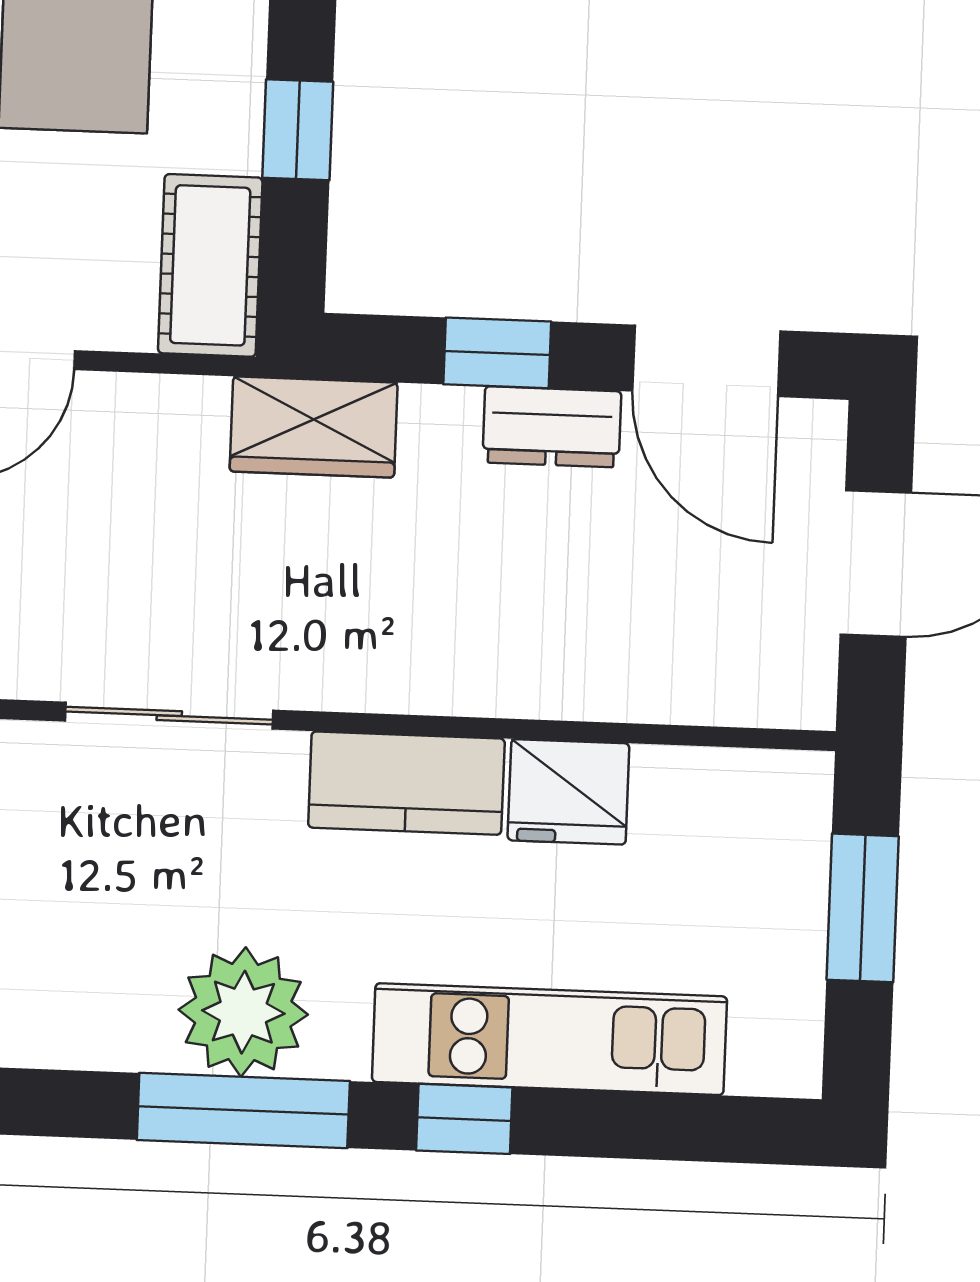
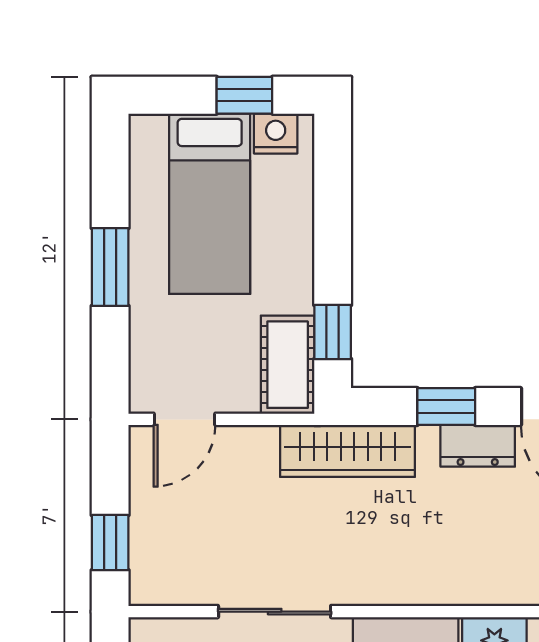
window: (298, 130) -> (333, 332), moved
wardrobe: (314, 427) -> (347, 451), width x1.50

